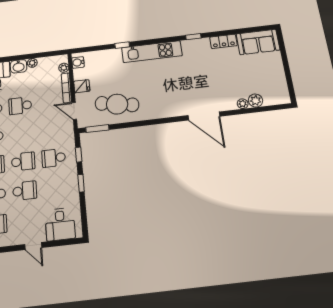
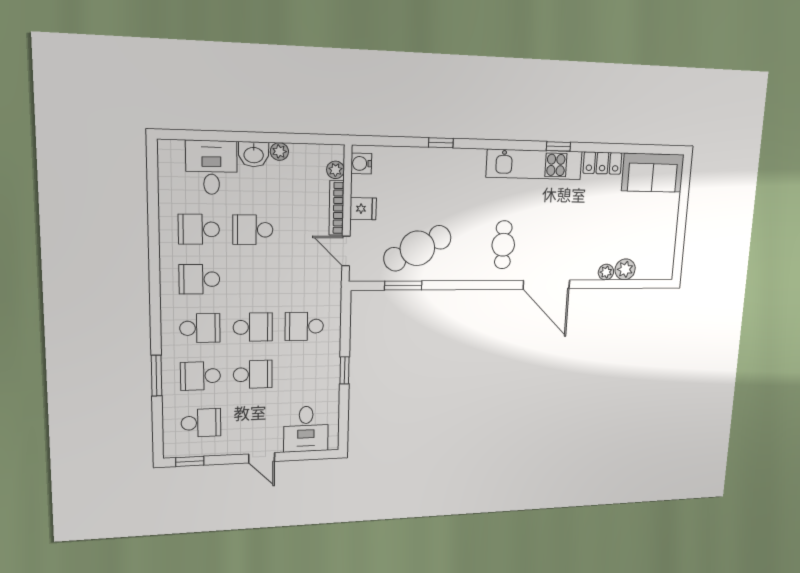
kitchen unit: (152, 52) -> (534, 164), moved
cafe table: (170, 96) -> (503, 245), added
cafe table: (117, 104) -> (417, 248), turned -36
window: (97, 129) -> (403, 286), moved
window: (79, 155) -> (345, 325), removed

